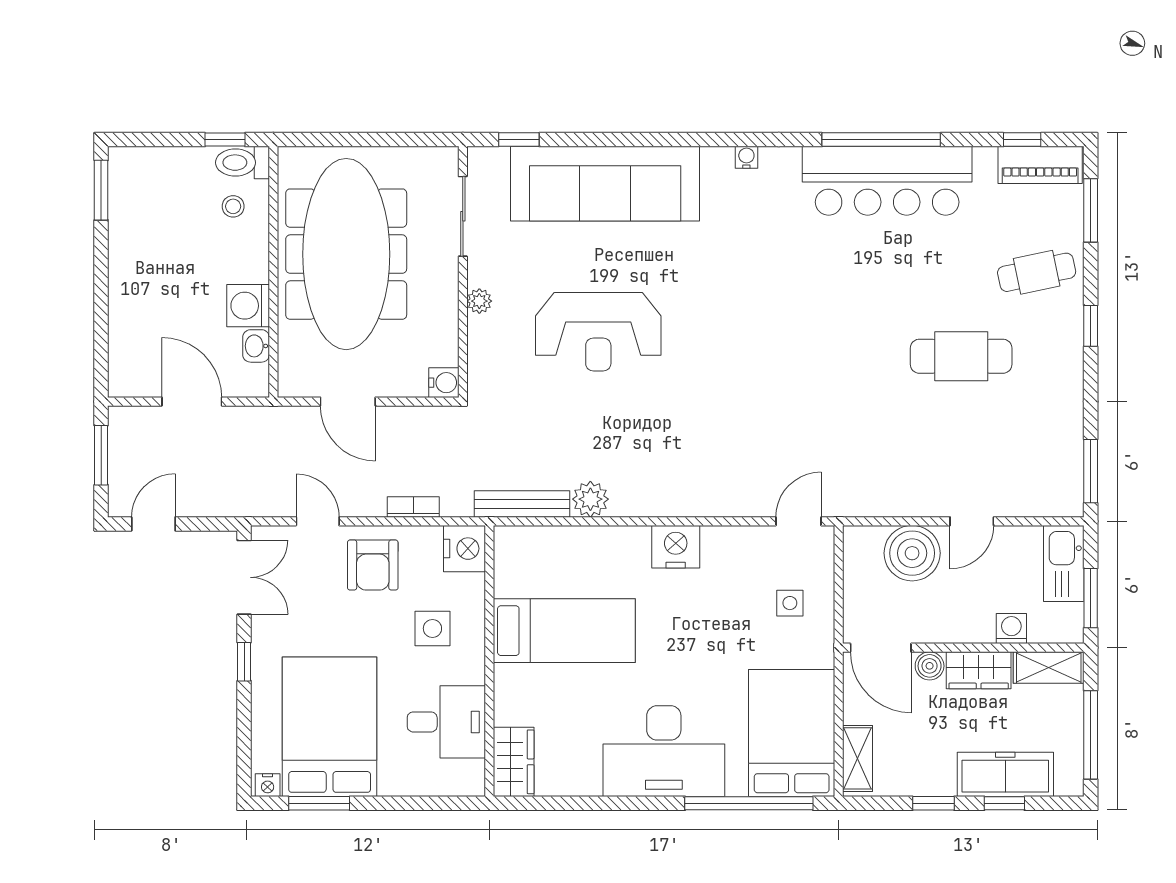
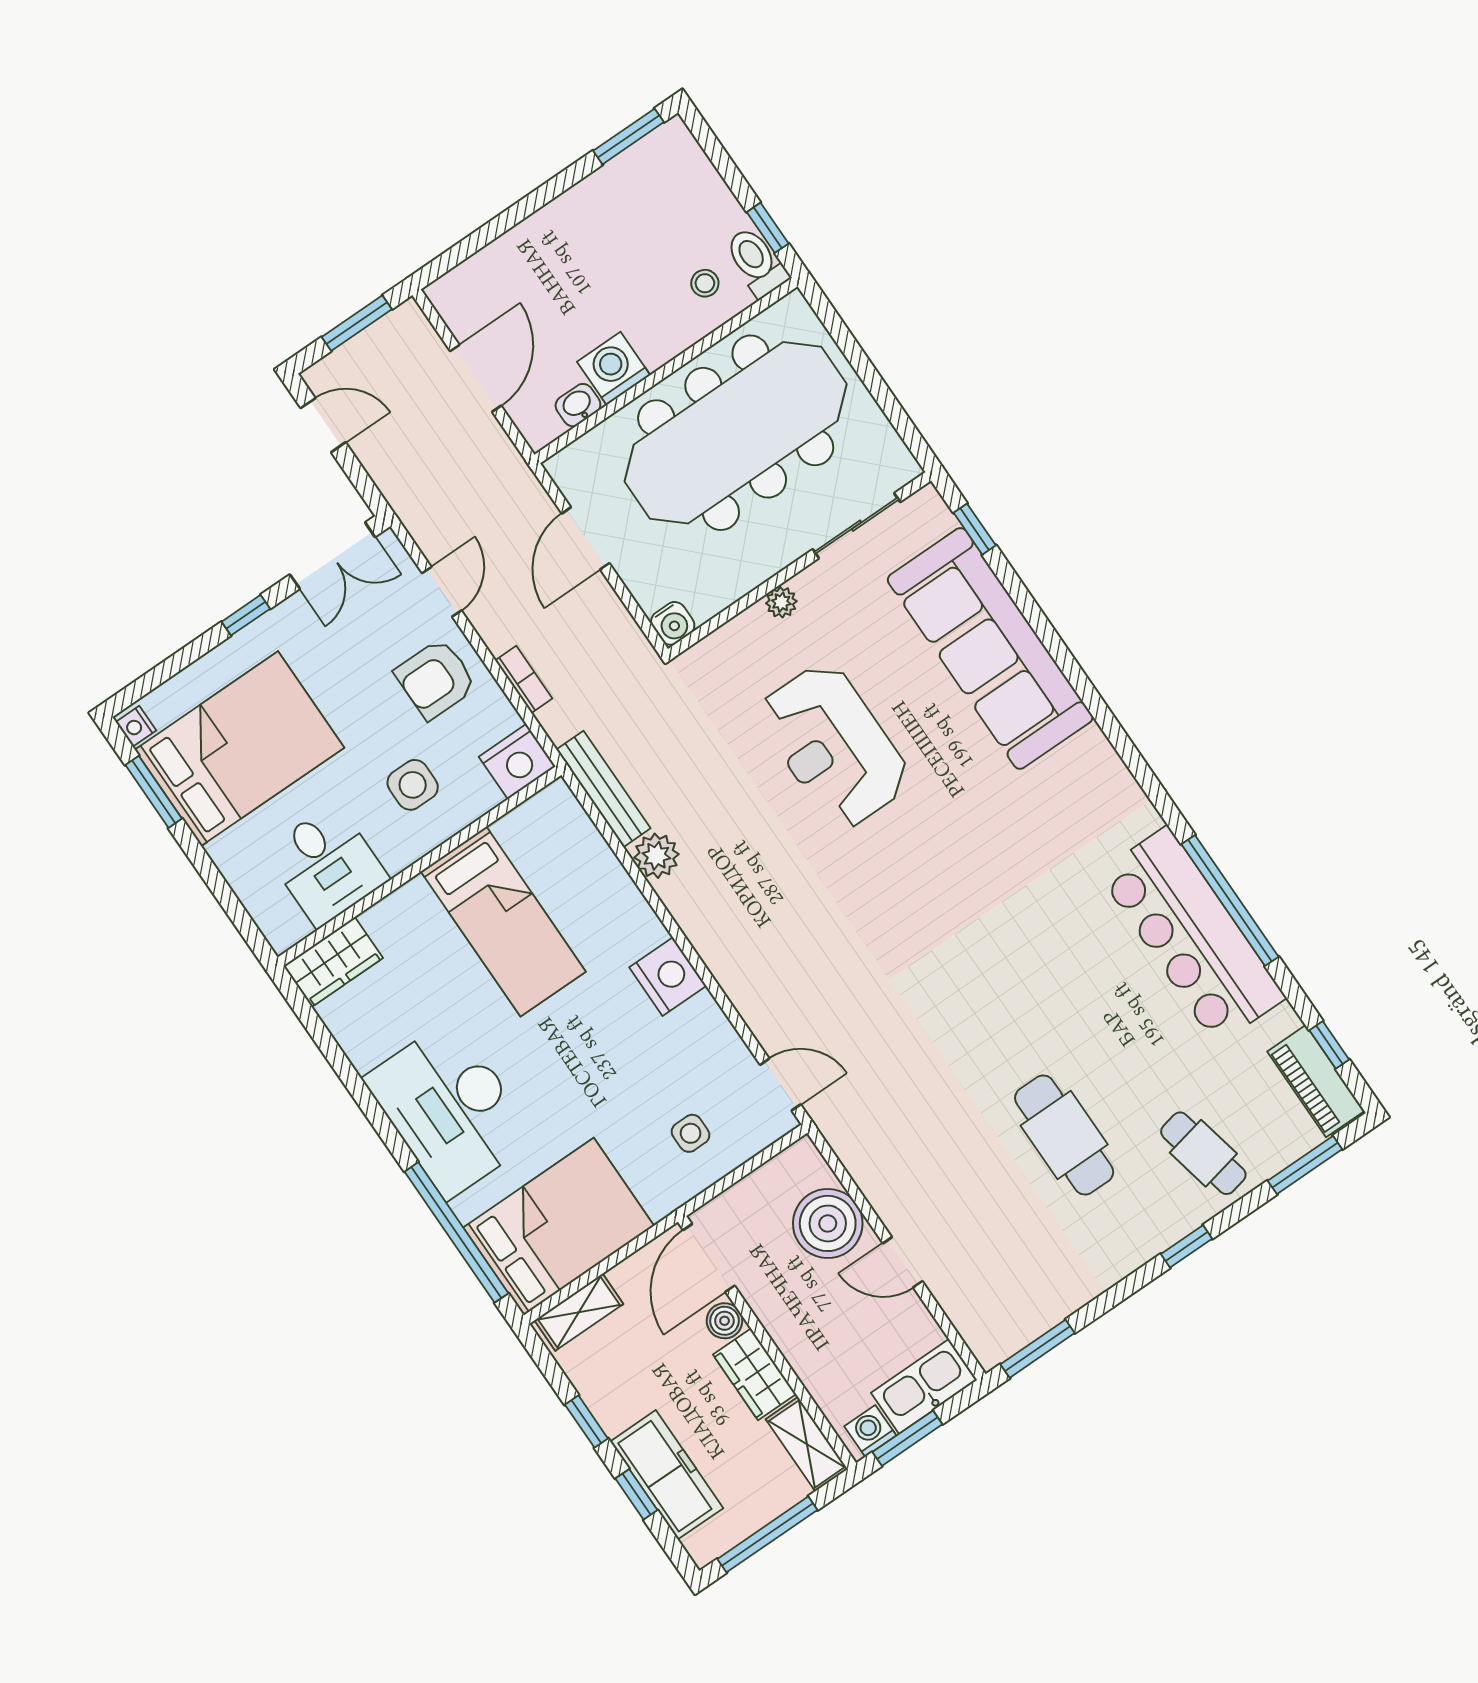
water cooler: (746, 157) -> (1117, 775), removed
washing machine: (1011, 629) -> (870, 1431), moved, turned -90

